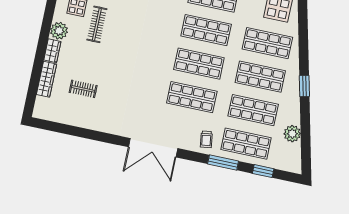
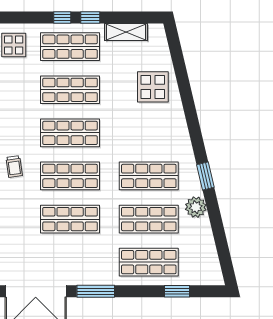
shop shelf: (267, 43) -> (149, 133), removed
plant: (292, 134) -> (196, 207), moved
trolley: (206, 139) -> (14, 166), moved
window: (223, 163) -> (96, 291), moved

